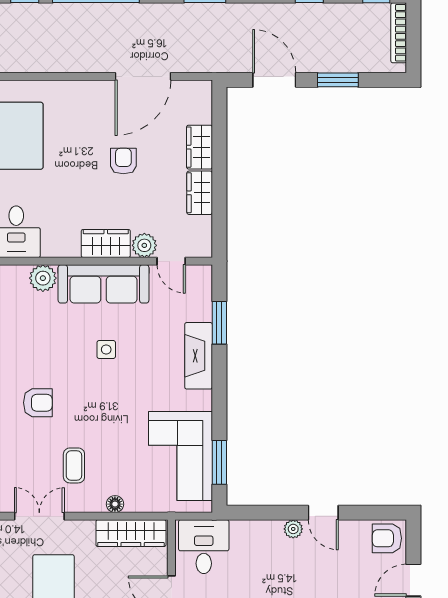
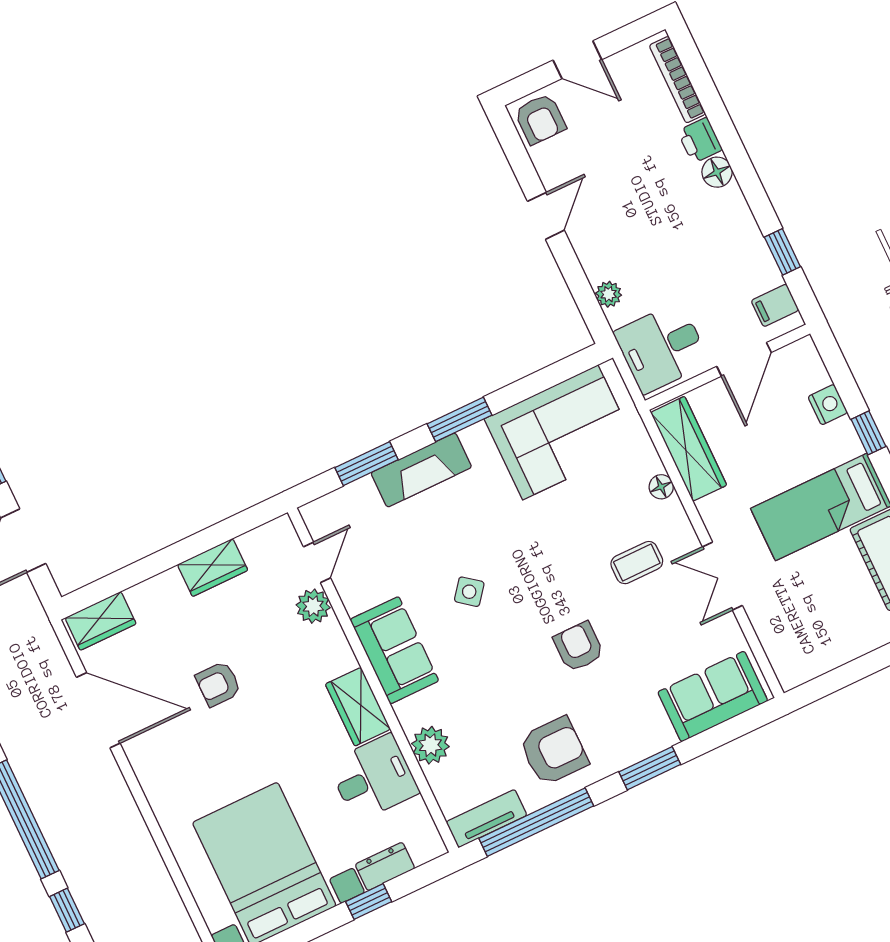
wardrobe: (199, 147) -> (101, 621), moved
wardrobe: (106, 243) -> (358, 707), moved
plant: (43, 278) -> (430, 745), moved
sofa: (104, 284) -> (394, 650), width x0.73
side table: (106, 349) -> (469, 592), turned 38
window: (219, 462) -> (460, 419), moved
plant: (293, 529) -> (609, 294), moved

